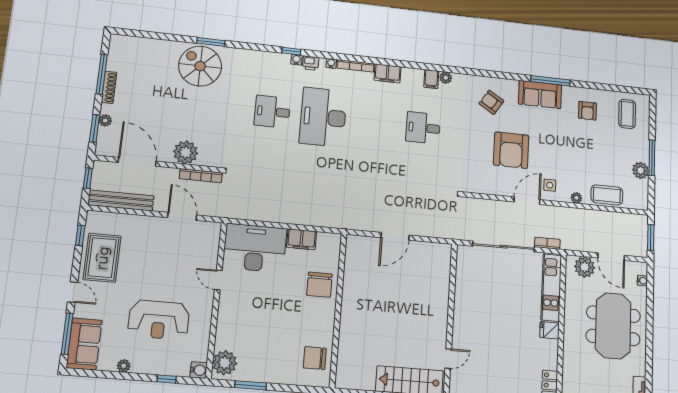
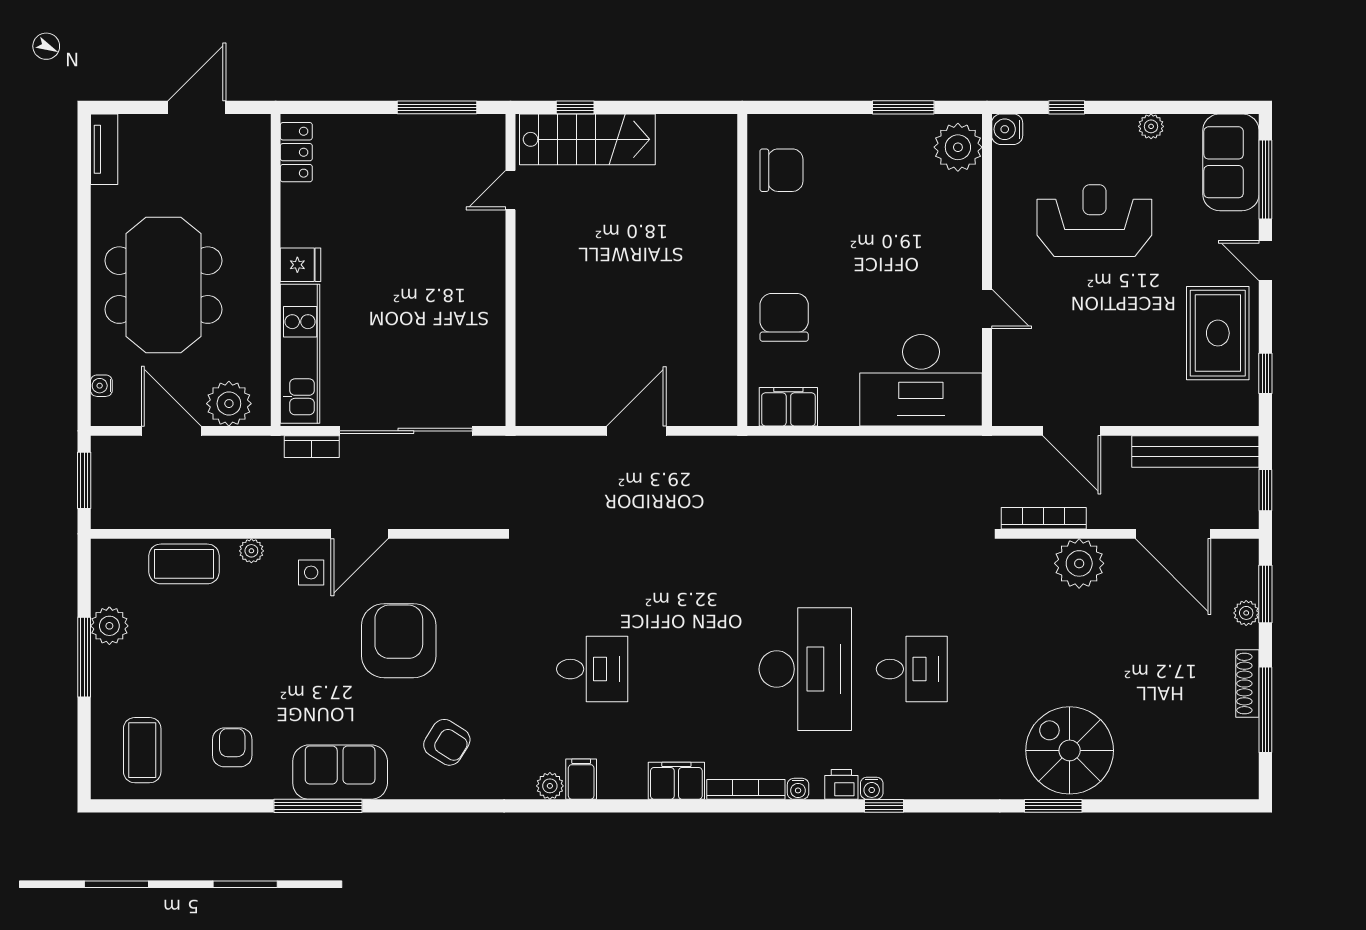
spiral stairs: (200, 66) -> (1070, 750), turned 180
filing cabinet: (302, 239) -> (788, 407), moved

